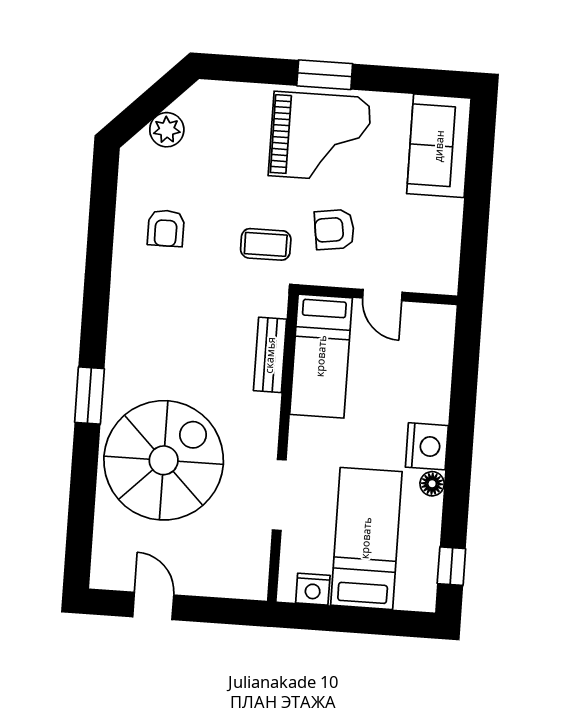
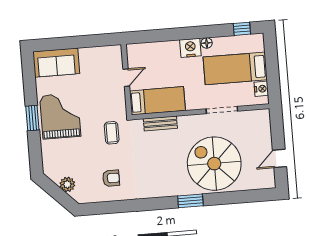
armchair: (334, 230) -> (100, 103), removed

